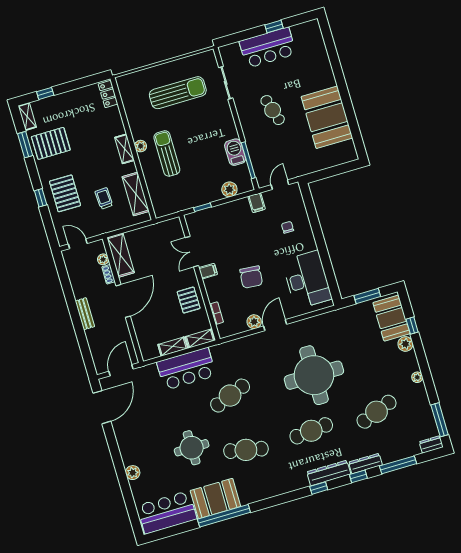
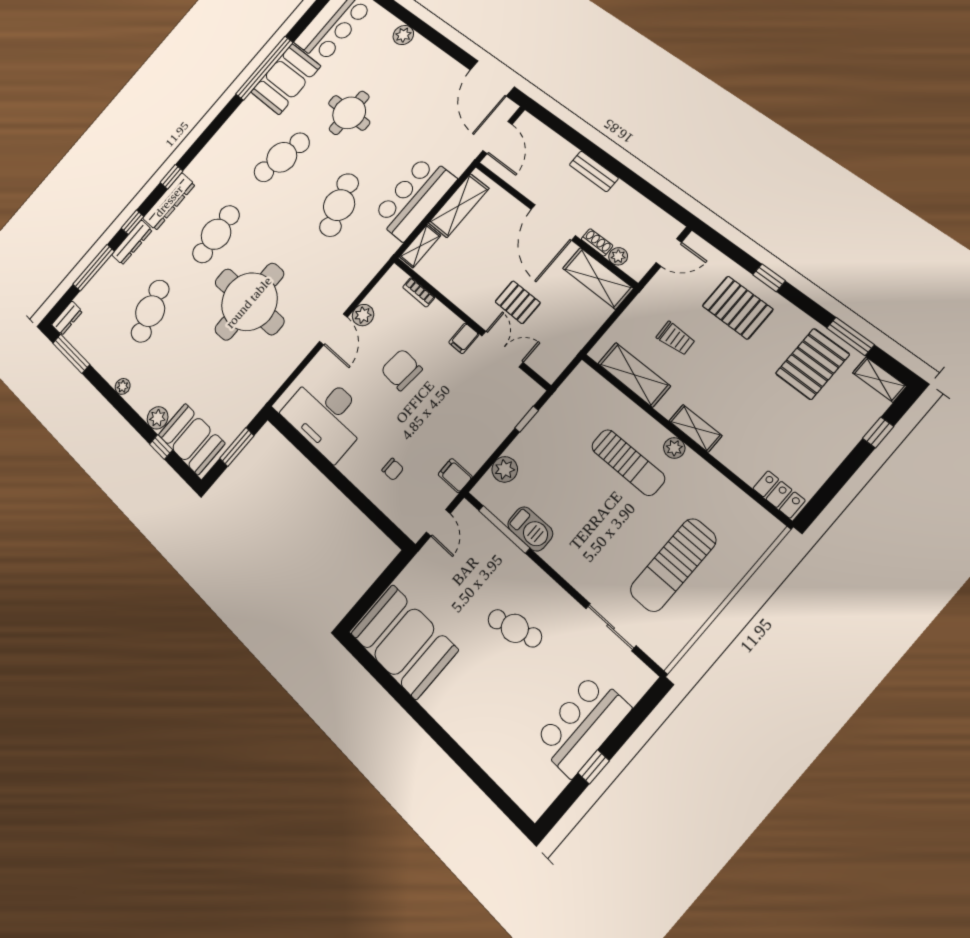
booth: (327, 117) -> (404, 642), moved
pallet: (189, 300) -> (518, 302), moved
shelving: (173, 346) -> (459, 206), width x1.50, depth x1.33

